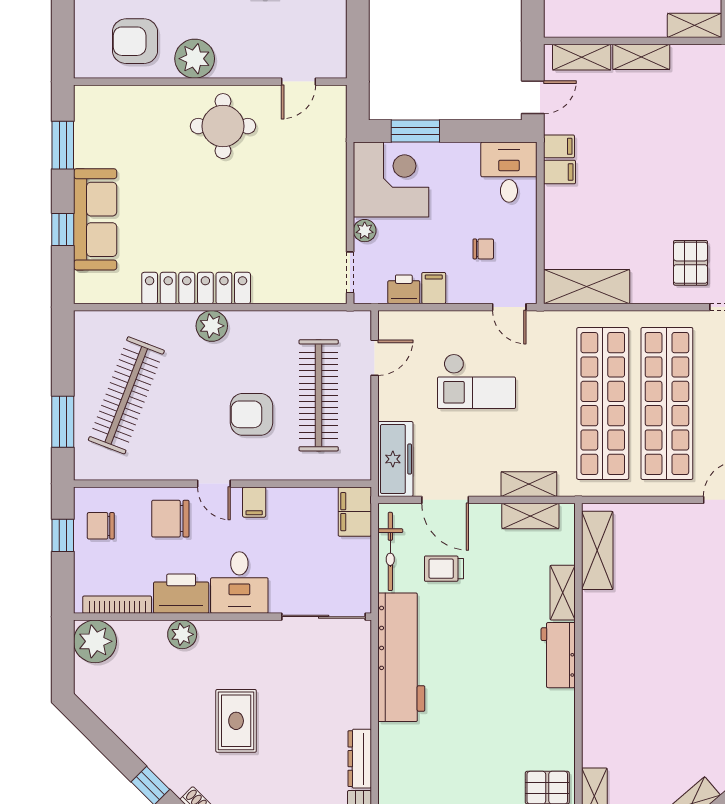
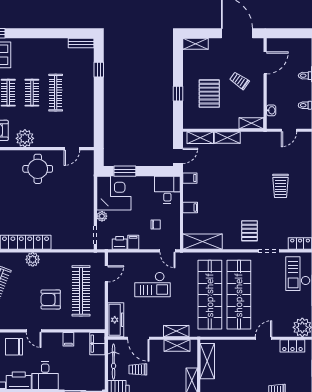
filing cabinet: (559, 172) -> (190, 208), moved
filing cabinet: (254, 502) -> (68, 339), moved

